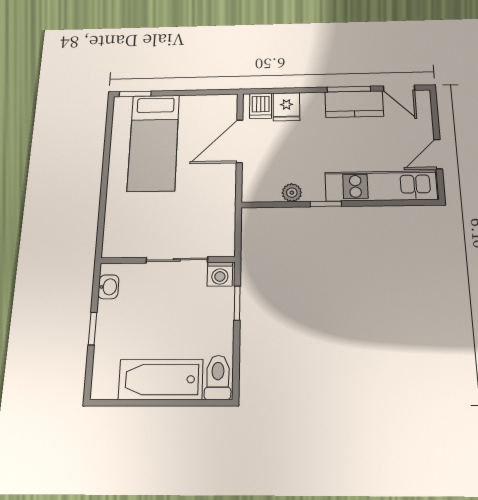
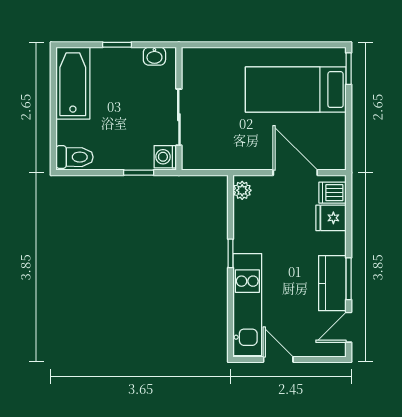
plant: (292, 193) -> (242, 190), moved
bathtub: (161, 379) -> (73, 83), moved

